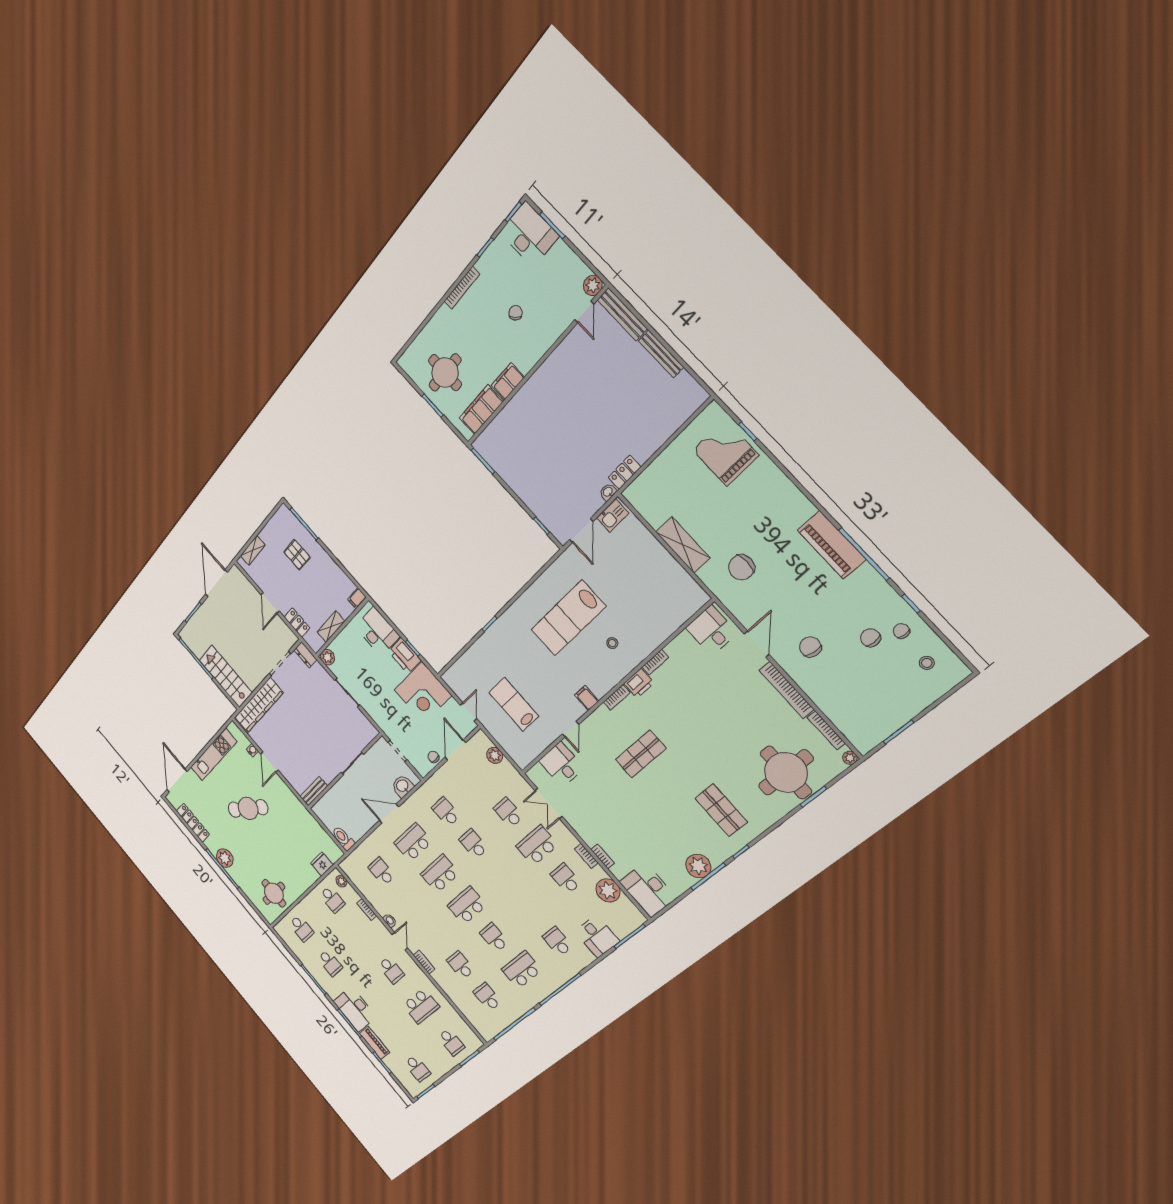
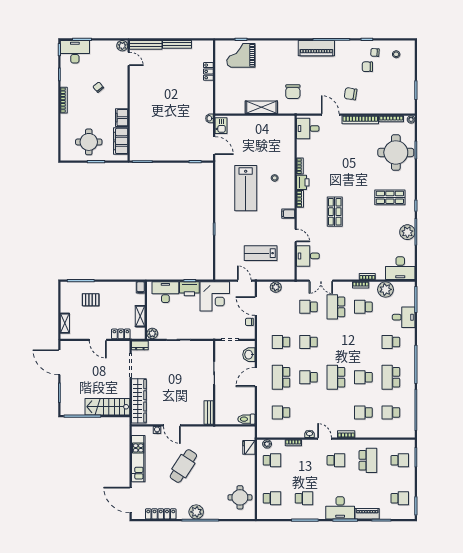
locker: (625, 472) -> (208, 71), moved
school desk: (440, 874) -> (308, 377), width x0.54

